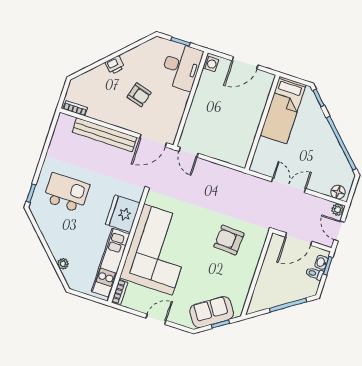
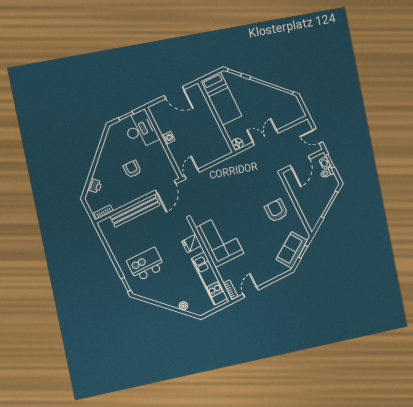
door: (245, 63) -> (174, 93), hinge flipped
washing machine: (211, 64) -> (168, 138), moved
printer: (115, 65) -> (95, 186), moved
armchair: (139, 95) -> (132, 169), turned -106
door: (189, 152) -> (192, 174), swing flipped
floor lamp: (338, 192) -> (237, 144), moved
plant: (338, 210) -> (306, 125), removed
fridge: (123, 214) -> (191, 244), width x0.53, depth x0.75
armchair: (229, 240) -> (276, 211), moved, turned 87
corner sofa: (158, 250) -> (220, 240), width x0.73, depth x0.74
door: (156, 319) -> (251, 292), moved

